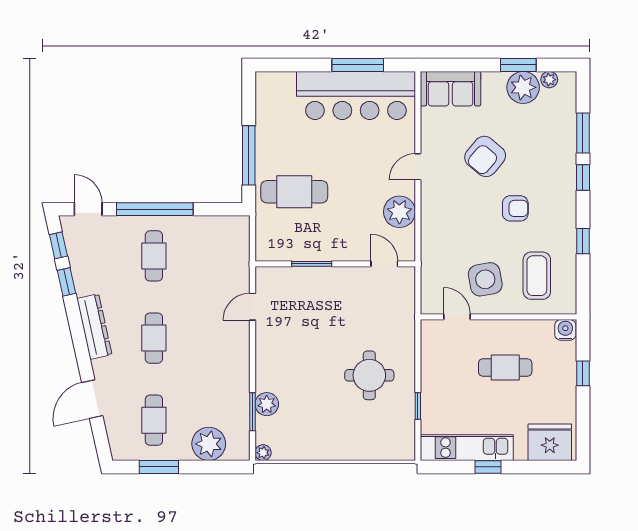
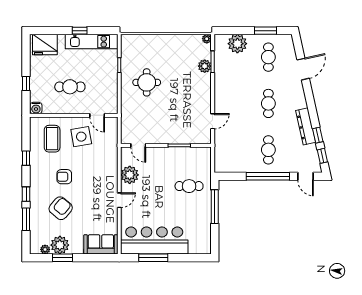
armchair: (485, 156) -> (61, 208), moved
cafe table: (294, 192) -> (189, 186), width x0.73, depth x0.74
dresser: (94, 327) -> (306, 126), moved

